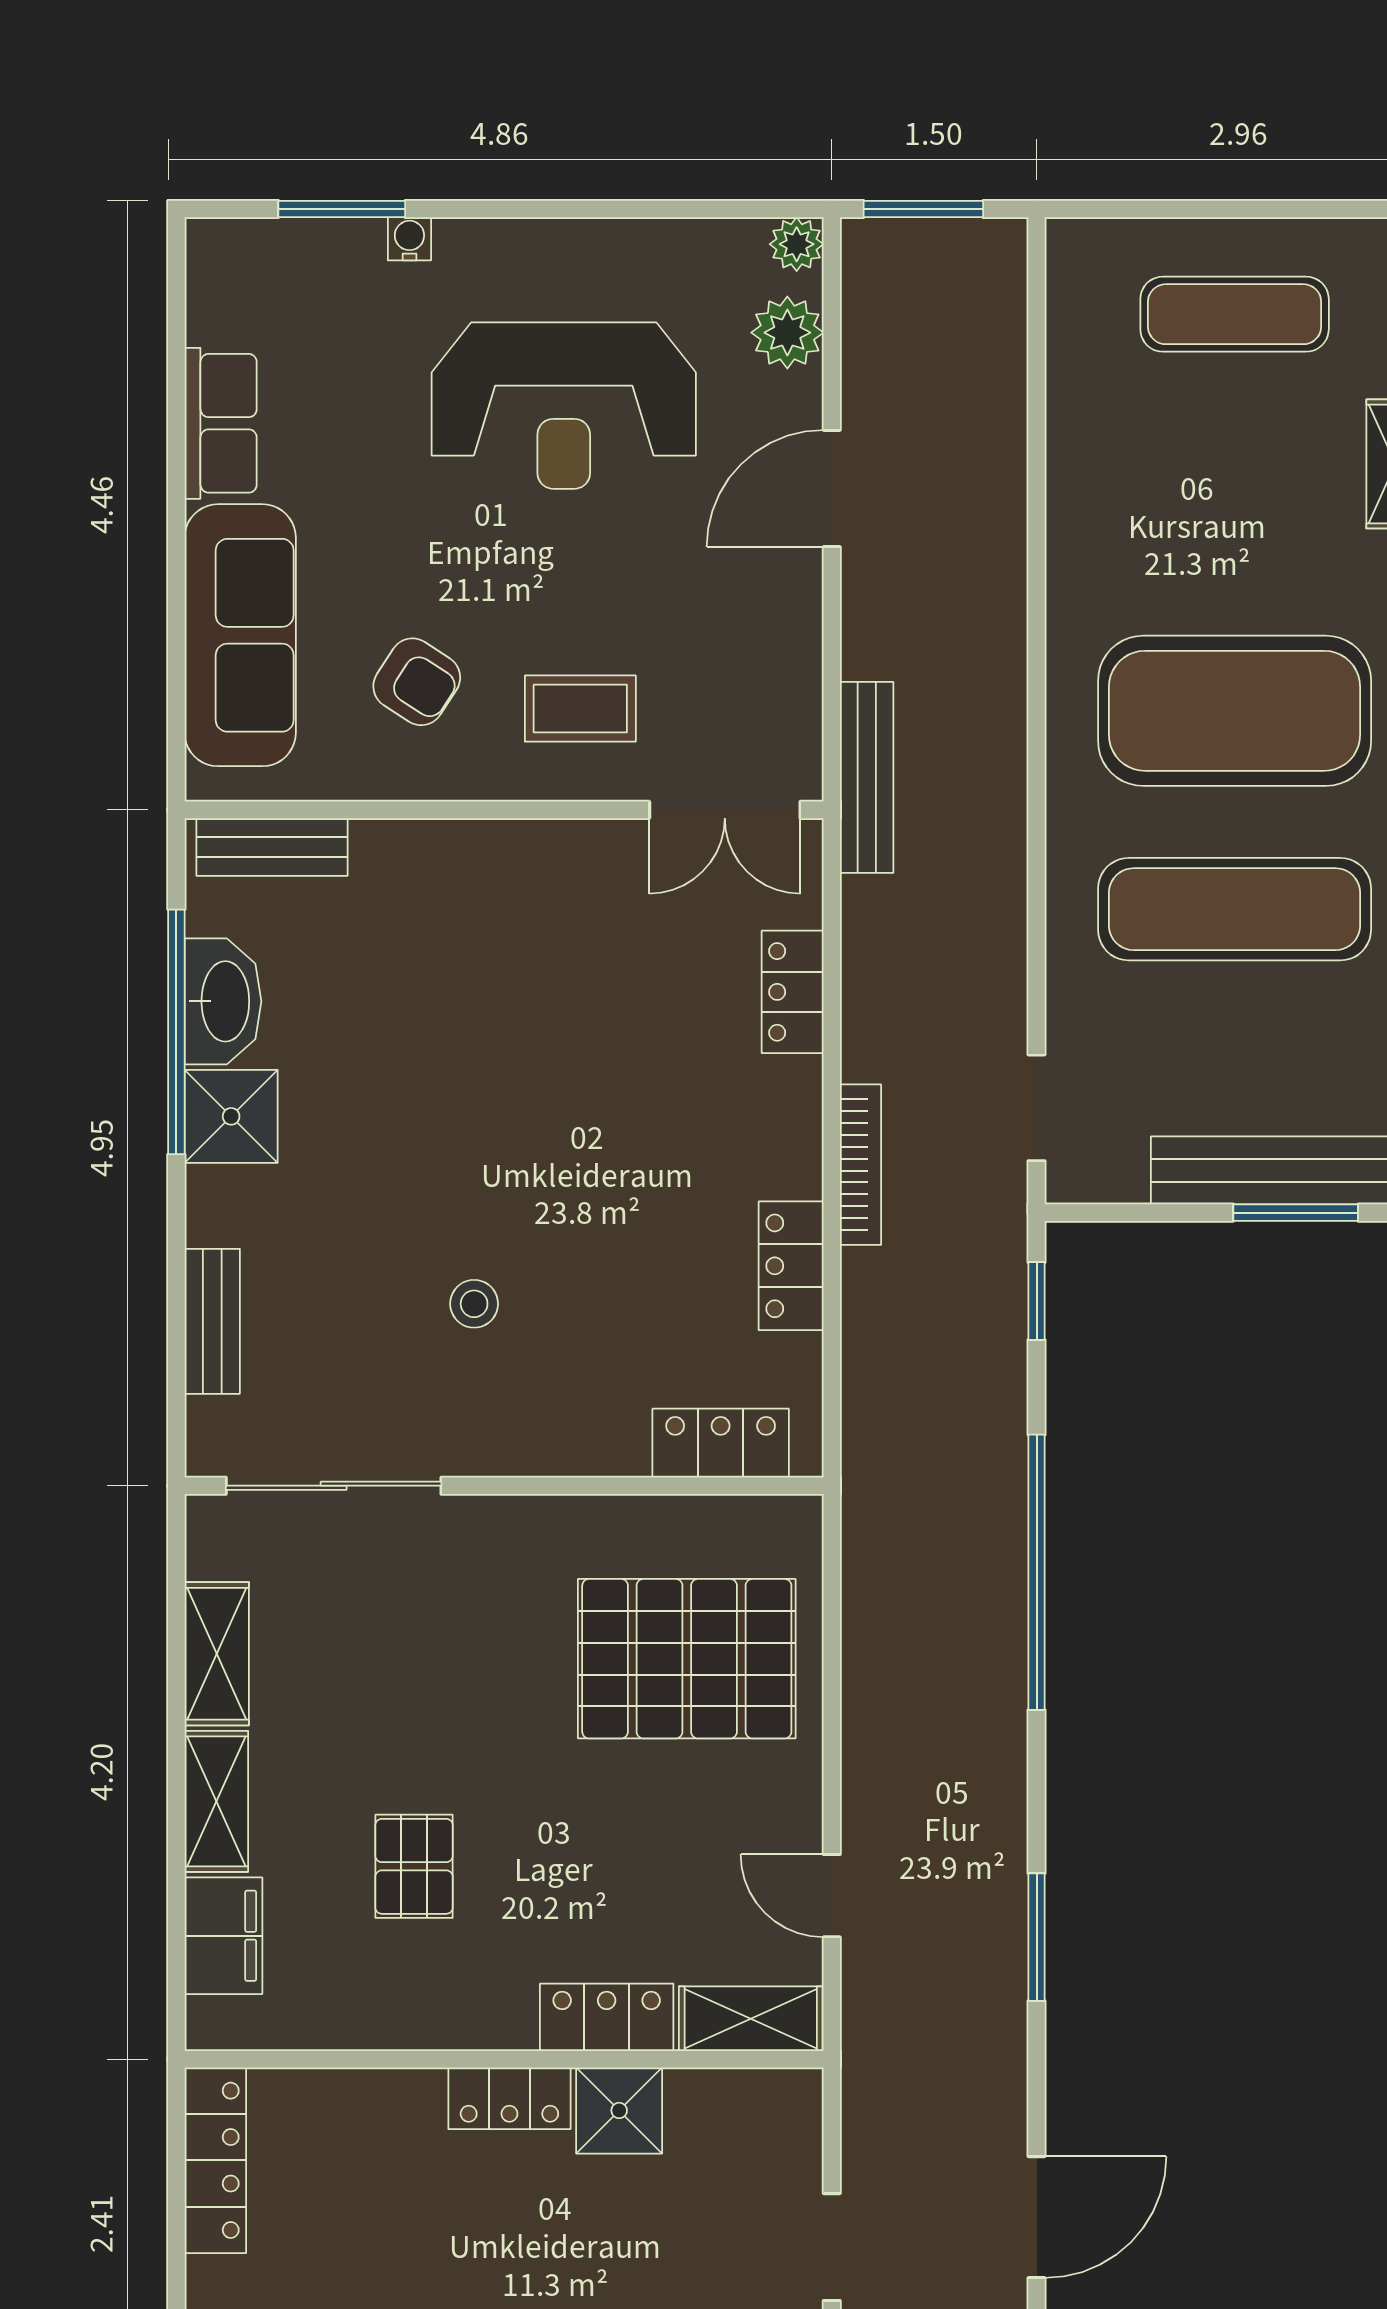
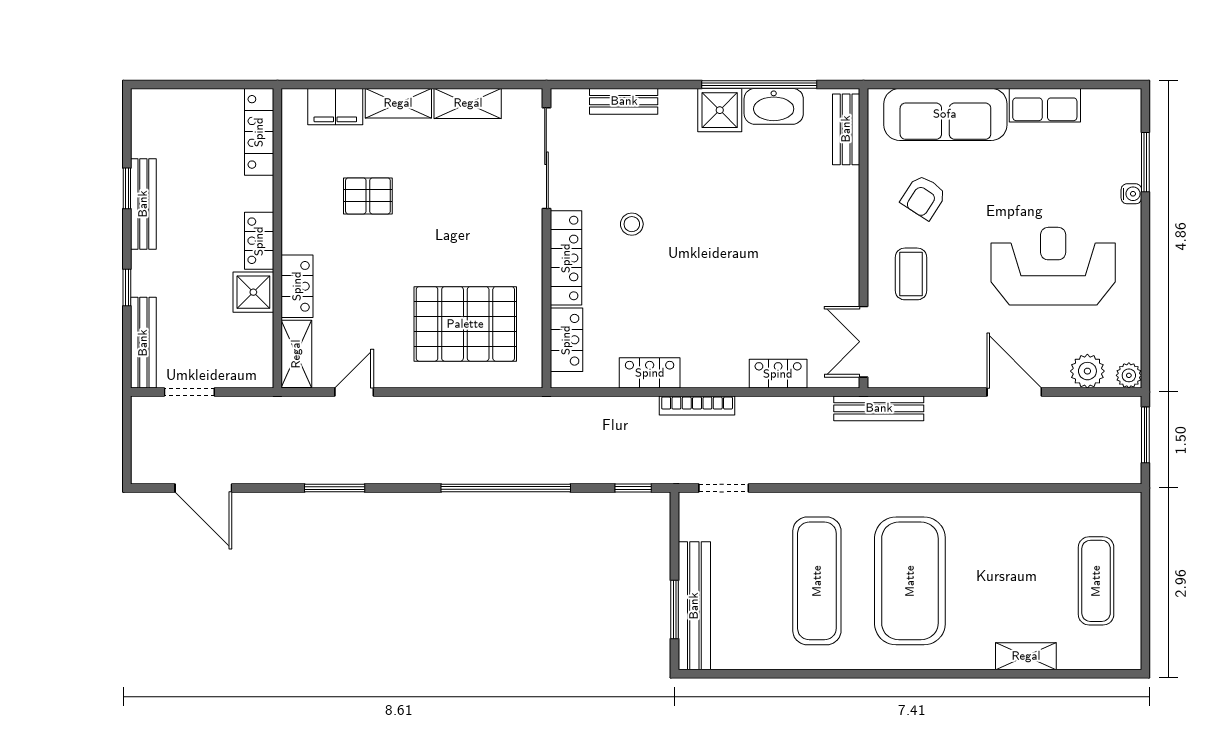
reception desk: (564, 406) -> (1053, 266), turned 90
locker: (546, 1444) -> (566, 258), added
pallet: (687, 1659) -> (465, 324), turned 90
locker: (215, 2160) -> (259, 132), moved, turned 90

